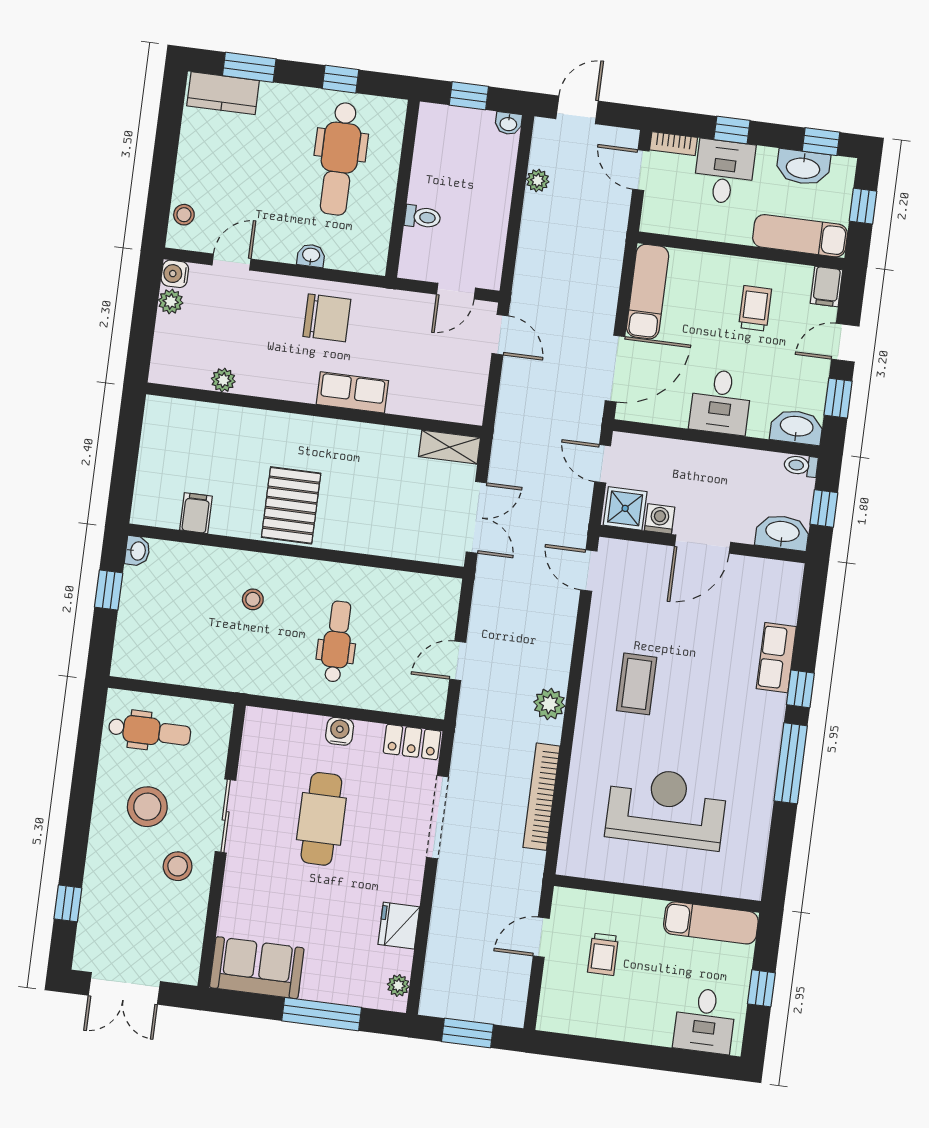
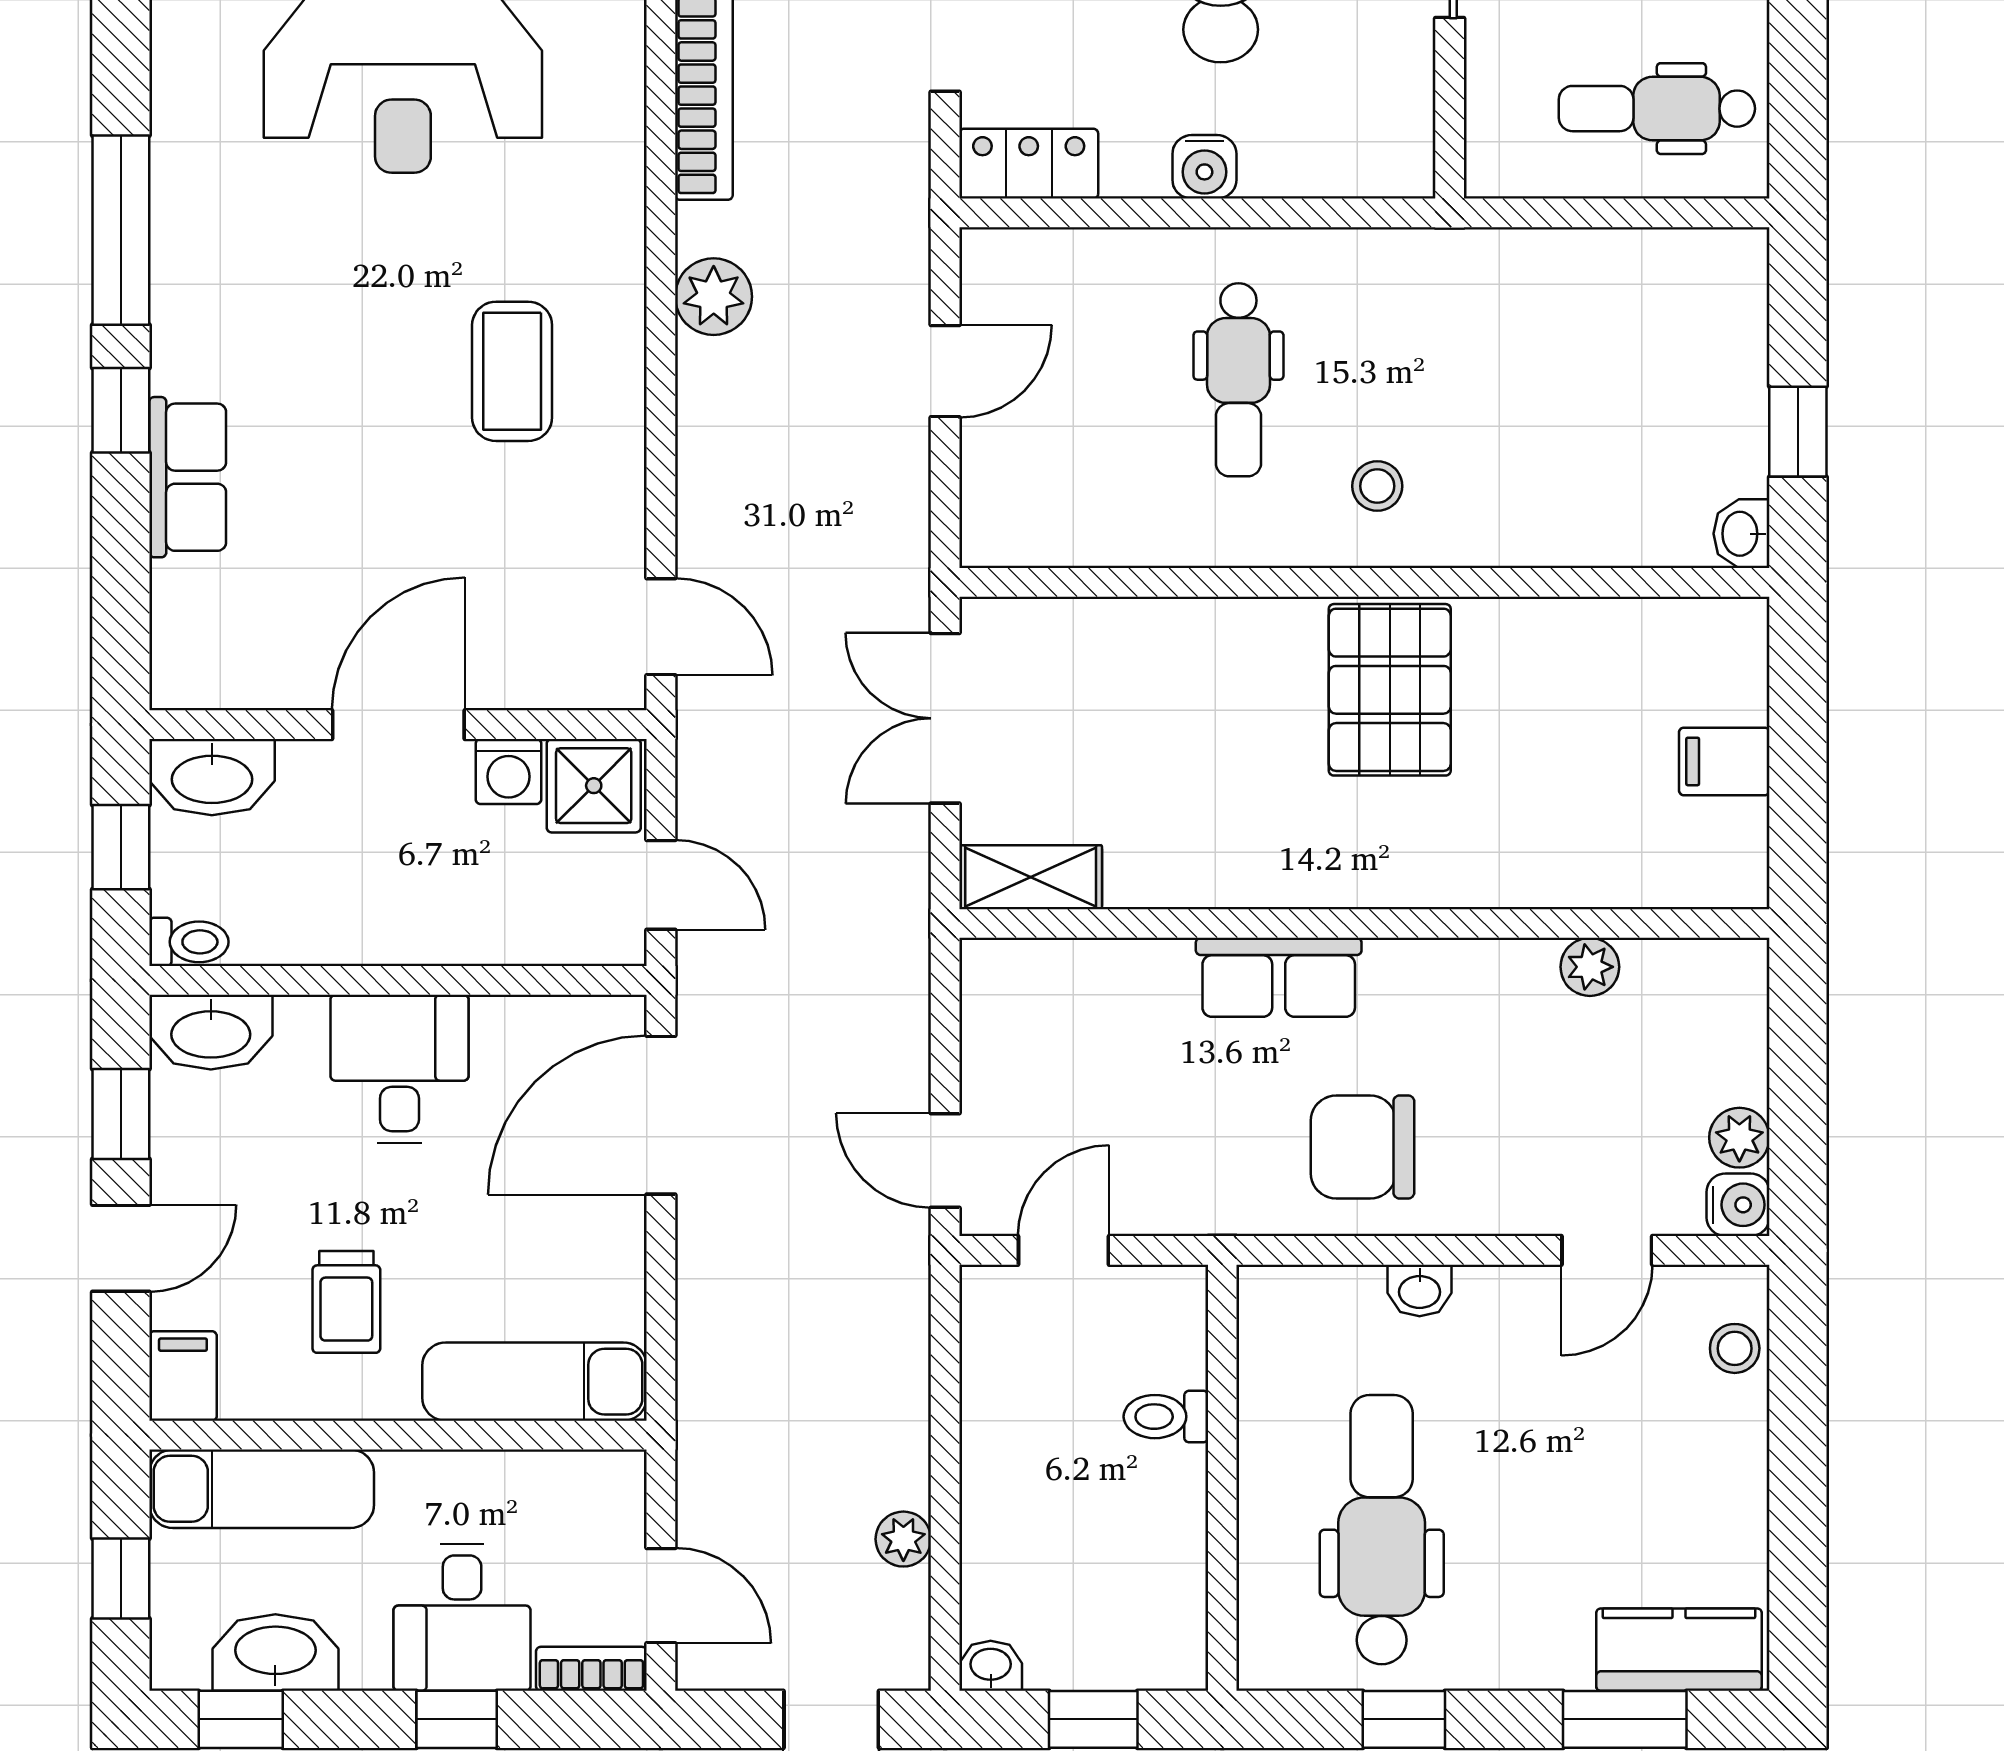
exam couch: (648, 292) -> (535, 1382), moved, turned 90
filing cabinet: (196, 513) -> (1724, 761), moved, turned 90
stool: (253, 599) -> (1377, 486), moved

